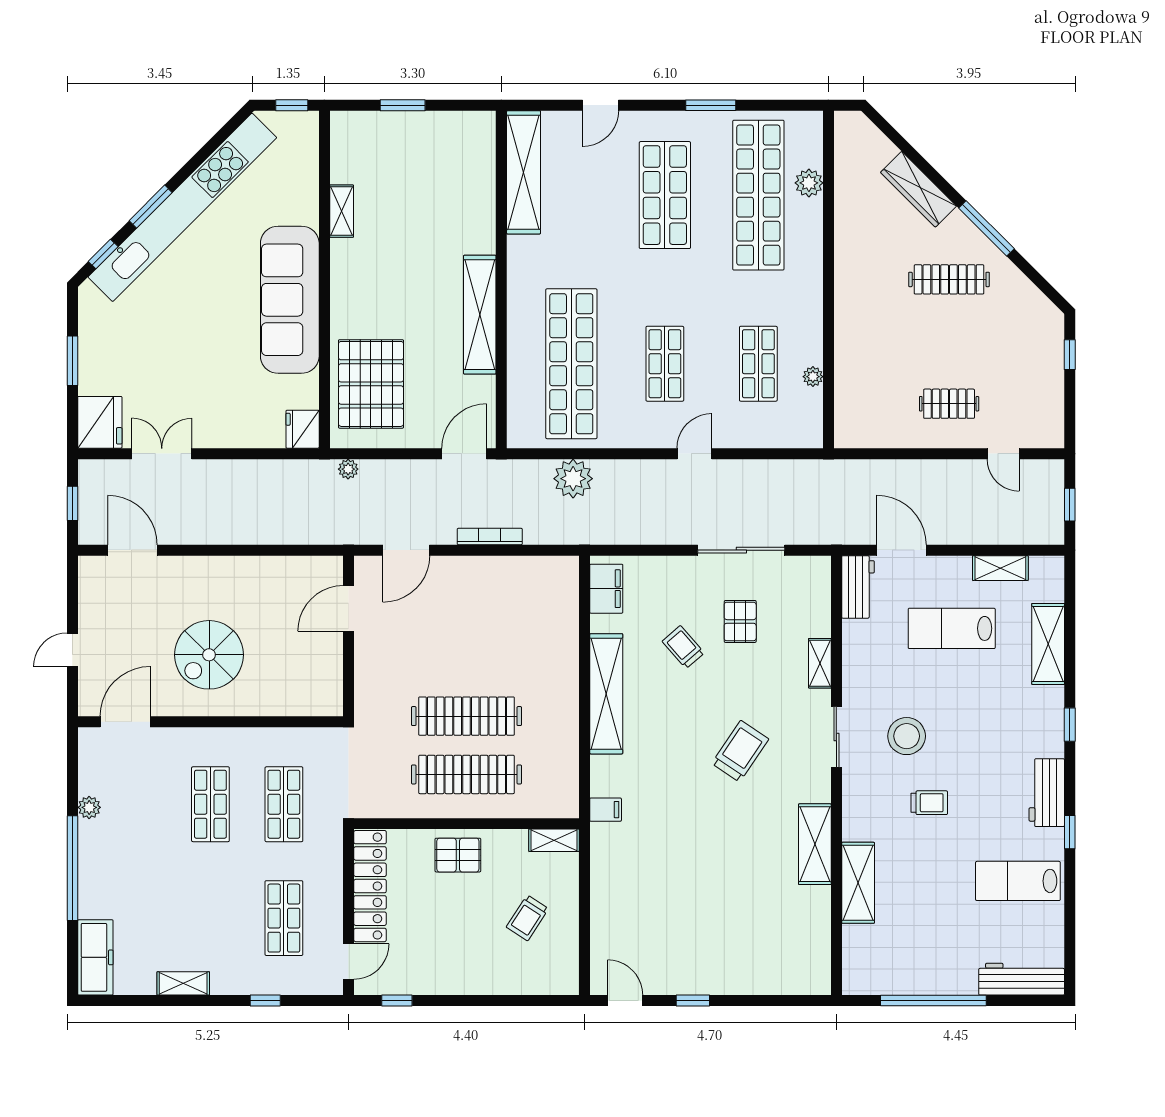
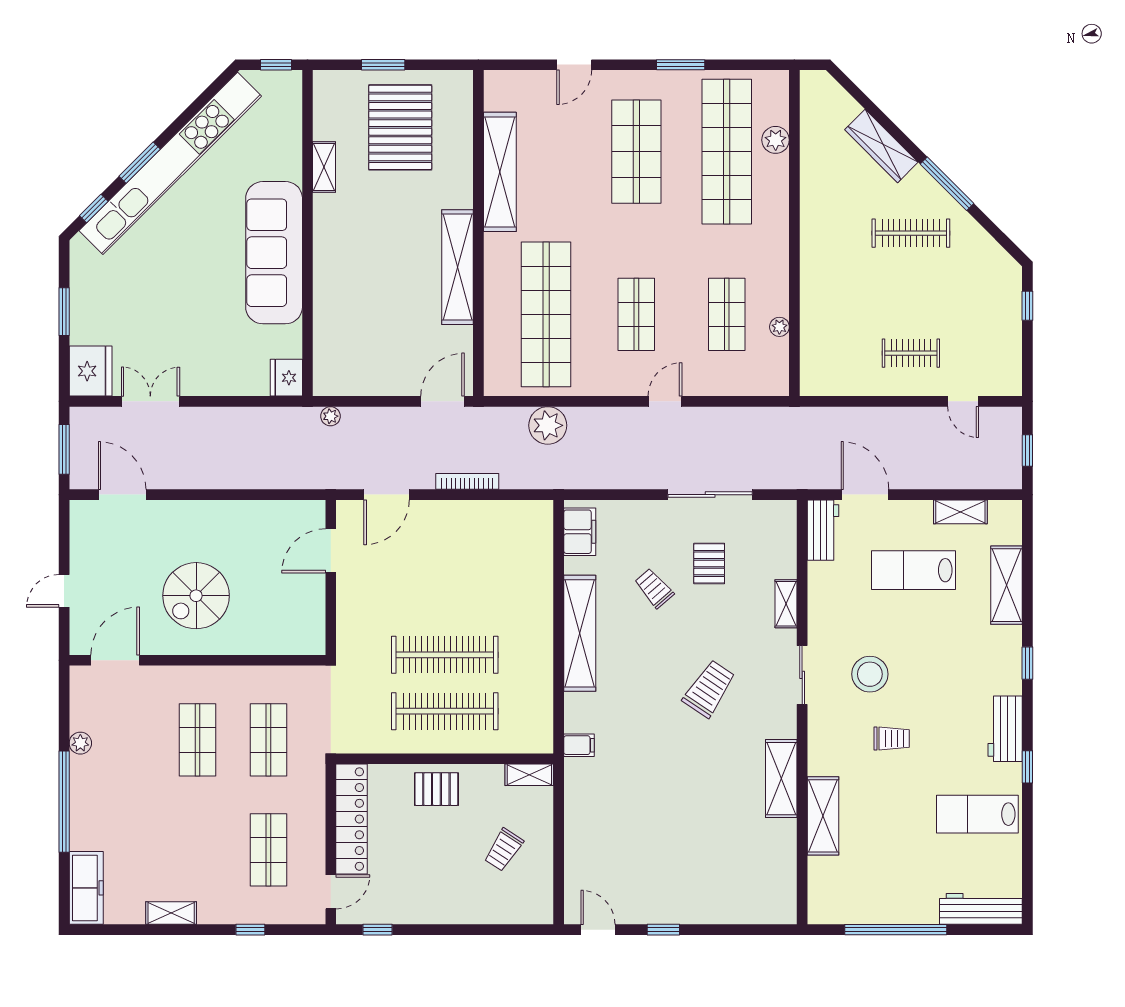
shelving: (524, 172) -> (500, 172), moved
pallet: (371, 384) -> (400, 127), moved
window: (72, 503) -> (64, 449), width x1.50

